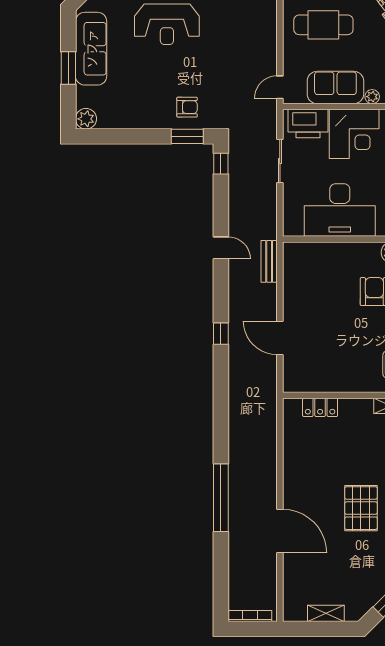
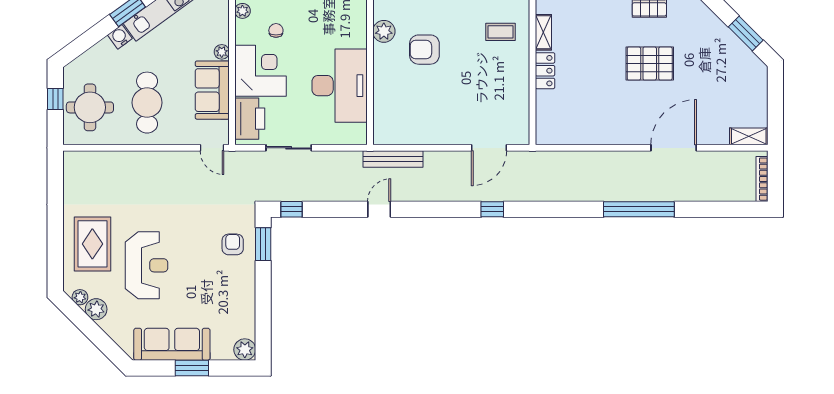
bench: (269, 261) -> (393, 159), width x1.36
window: (221, 334) -> (492, 209), moved
door: (280, 338) -> (489, 148), moved
locker: (320, 407) -> (545, 71), moved
shelving: (326, 613) -> (749, 136), moved, turned 90

